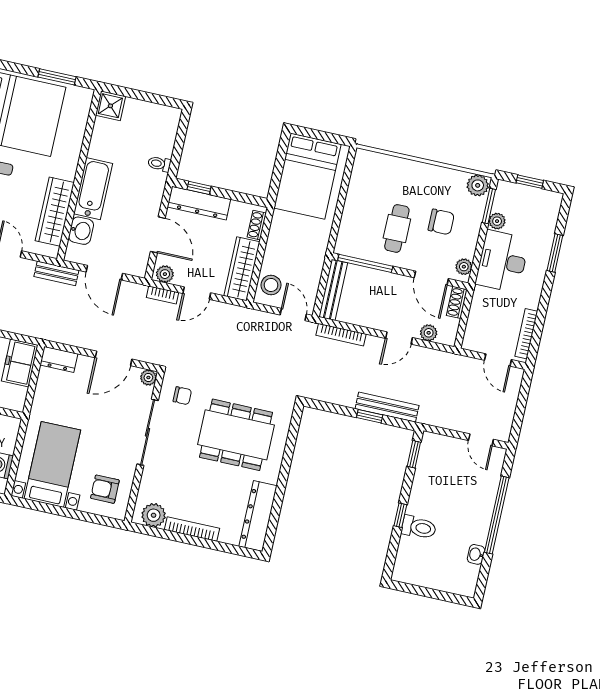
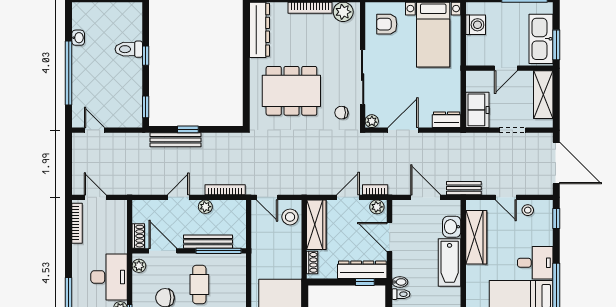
bidet: (157, 179) -> (400, 282), added
bench: (333, 290) -> (208, 242), moved, turned 90
plant: (429, 333) -> (205, 207), moved
armchair: (105, 489) -> (387, 24), turned 180

